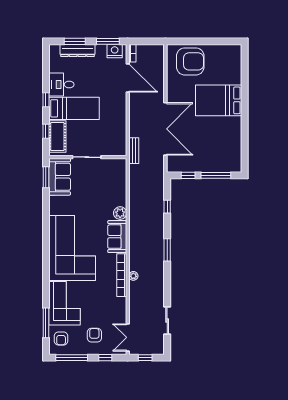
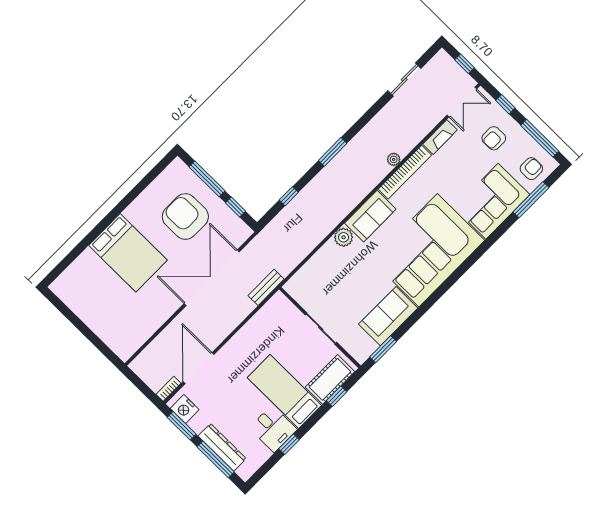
window: (75, 41) -> (216, 459), width x1.44
armchair: (190, 61) -> (185, 217), moved
window: (46, 100) -> (289, 444), moved
sofa: (60, 177) -> (388, 316), moved
fireplace: (121, 310) -> (440, 137), added

